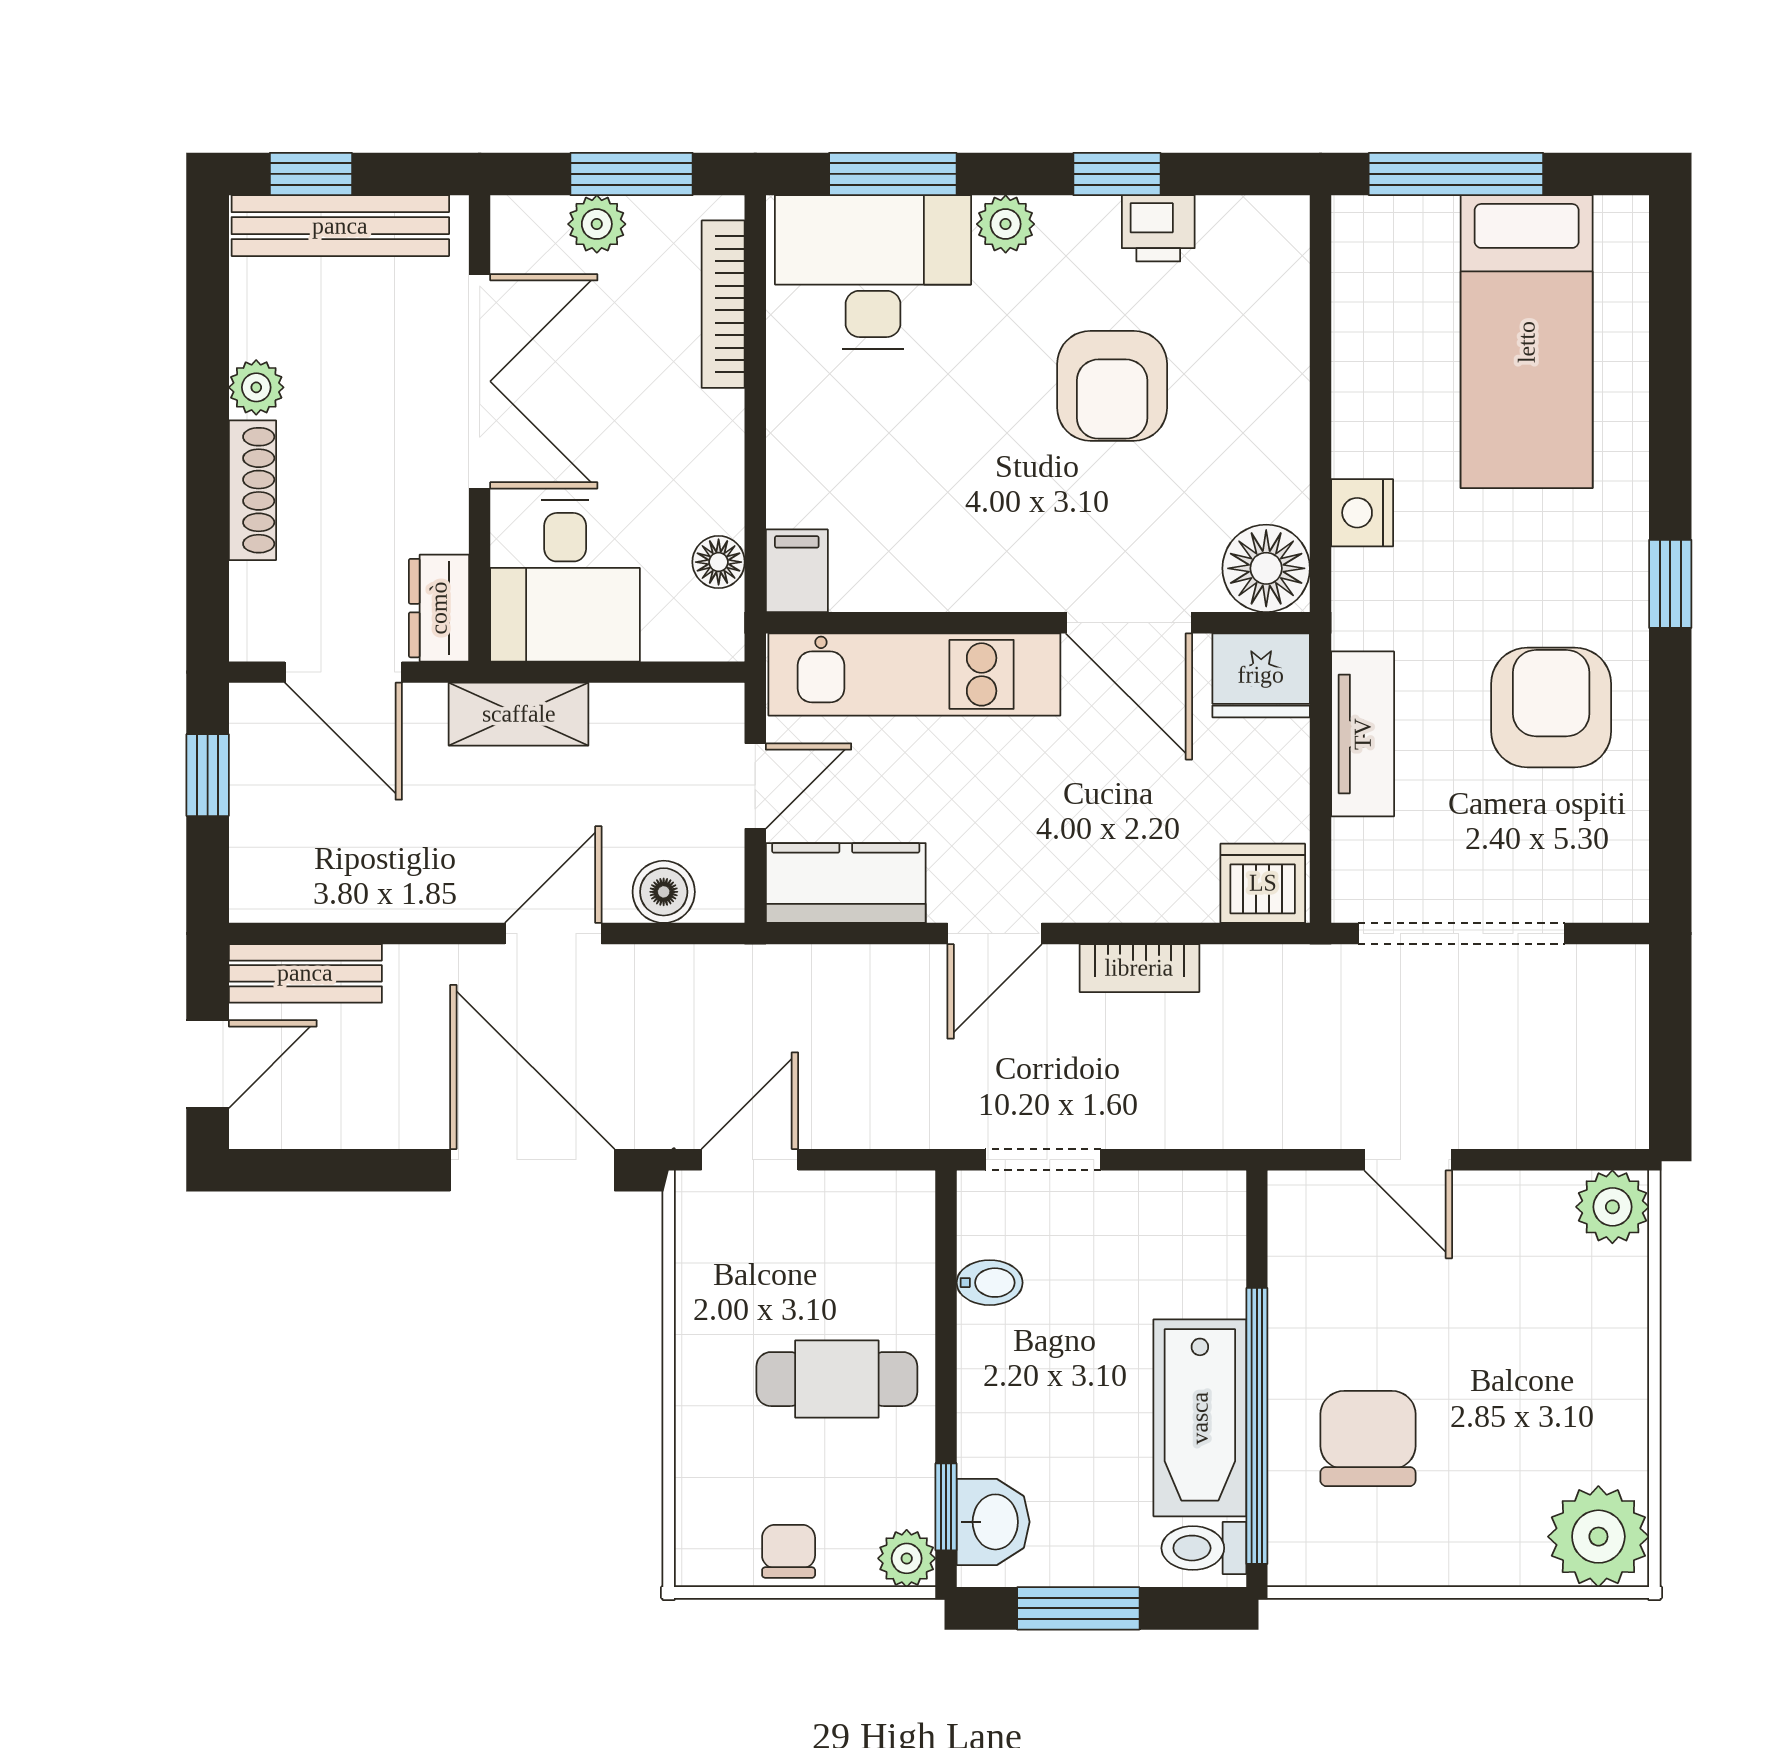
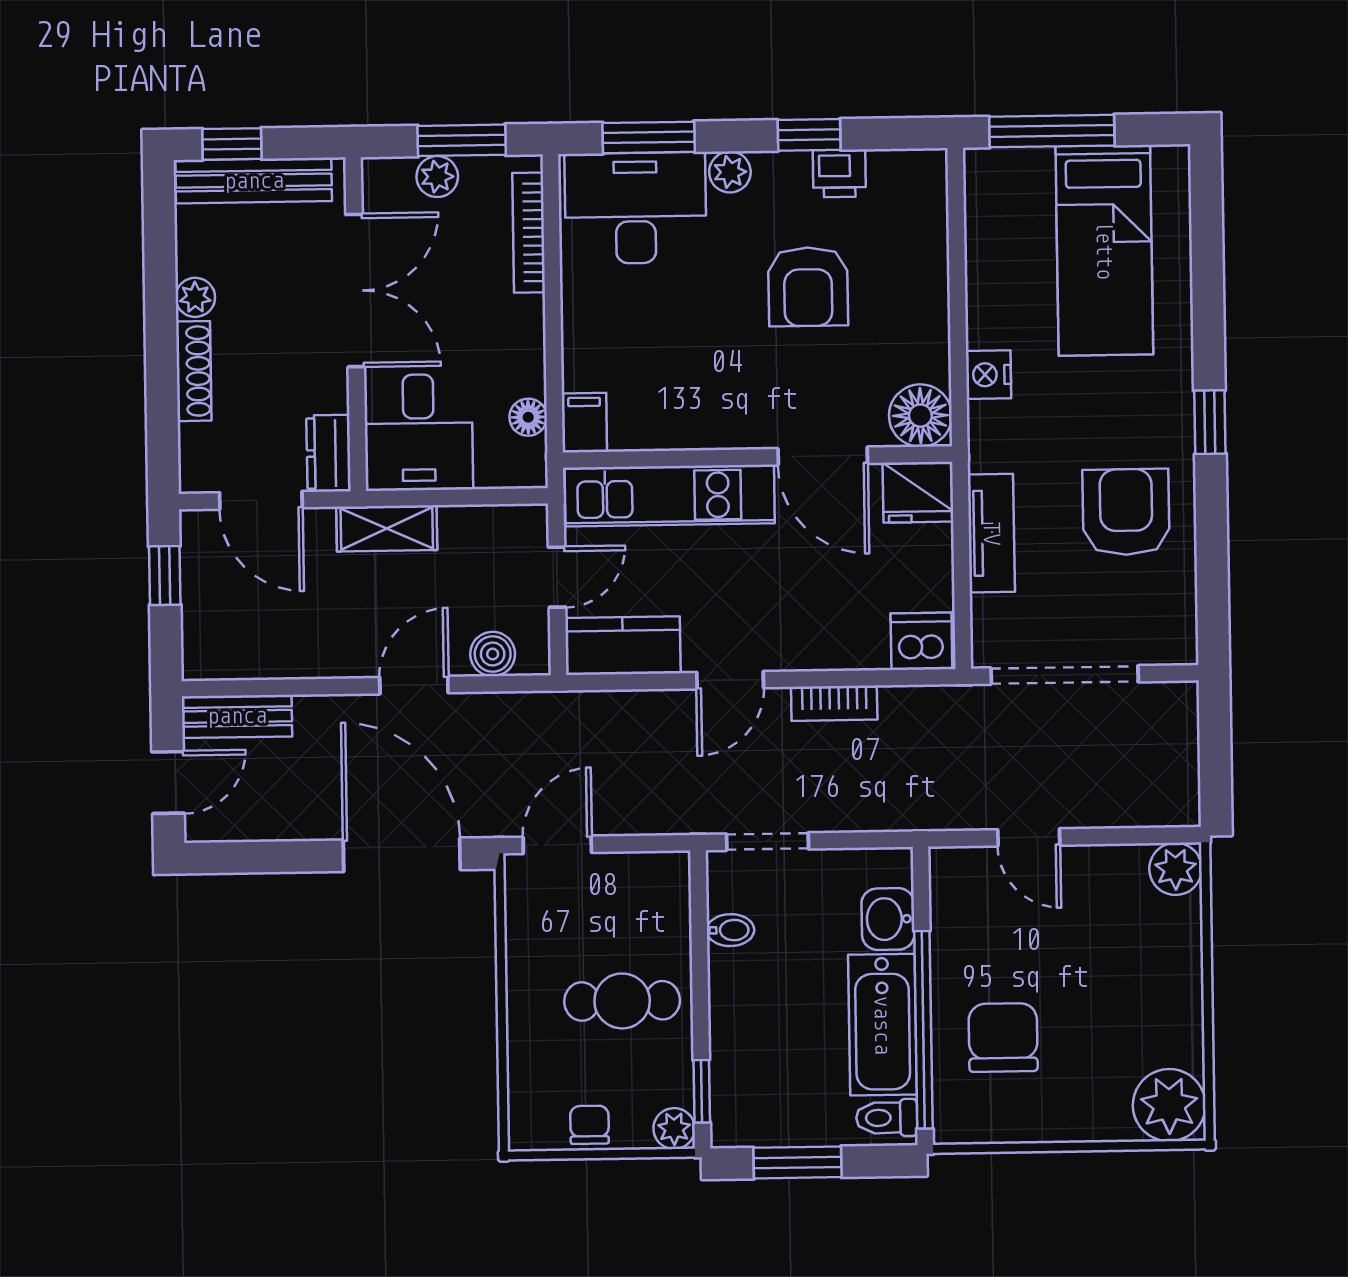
washbasin: (993, 1522) -> (888, 919), moved, turned 180

